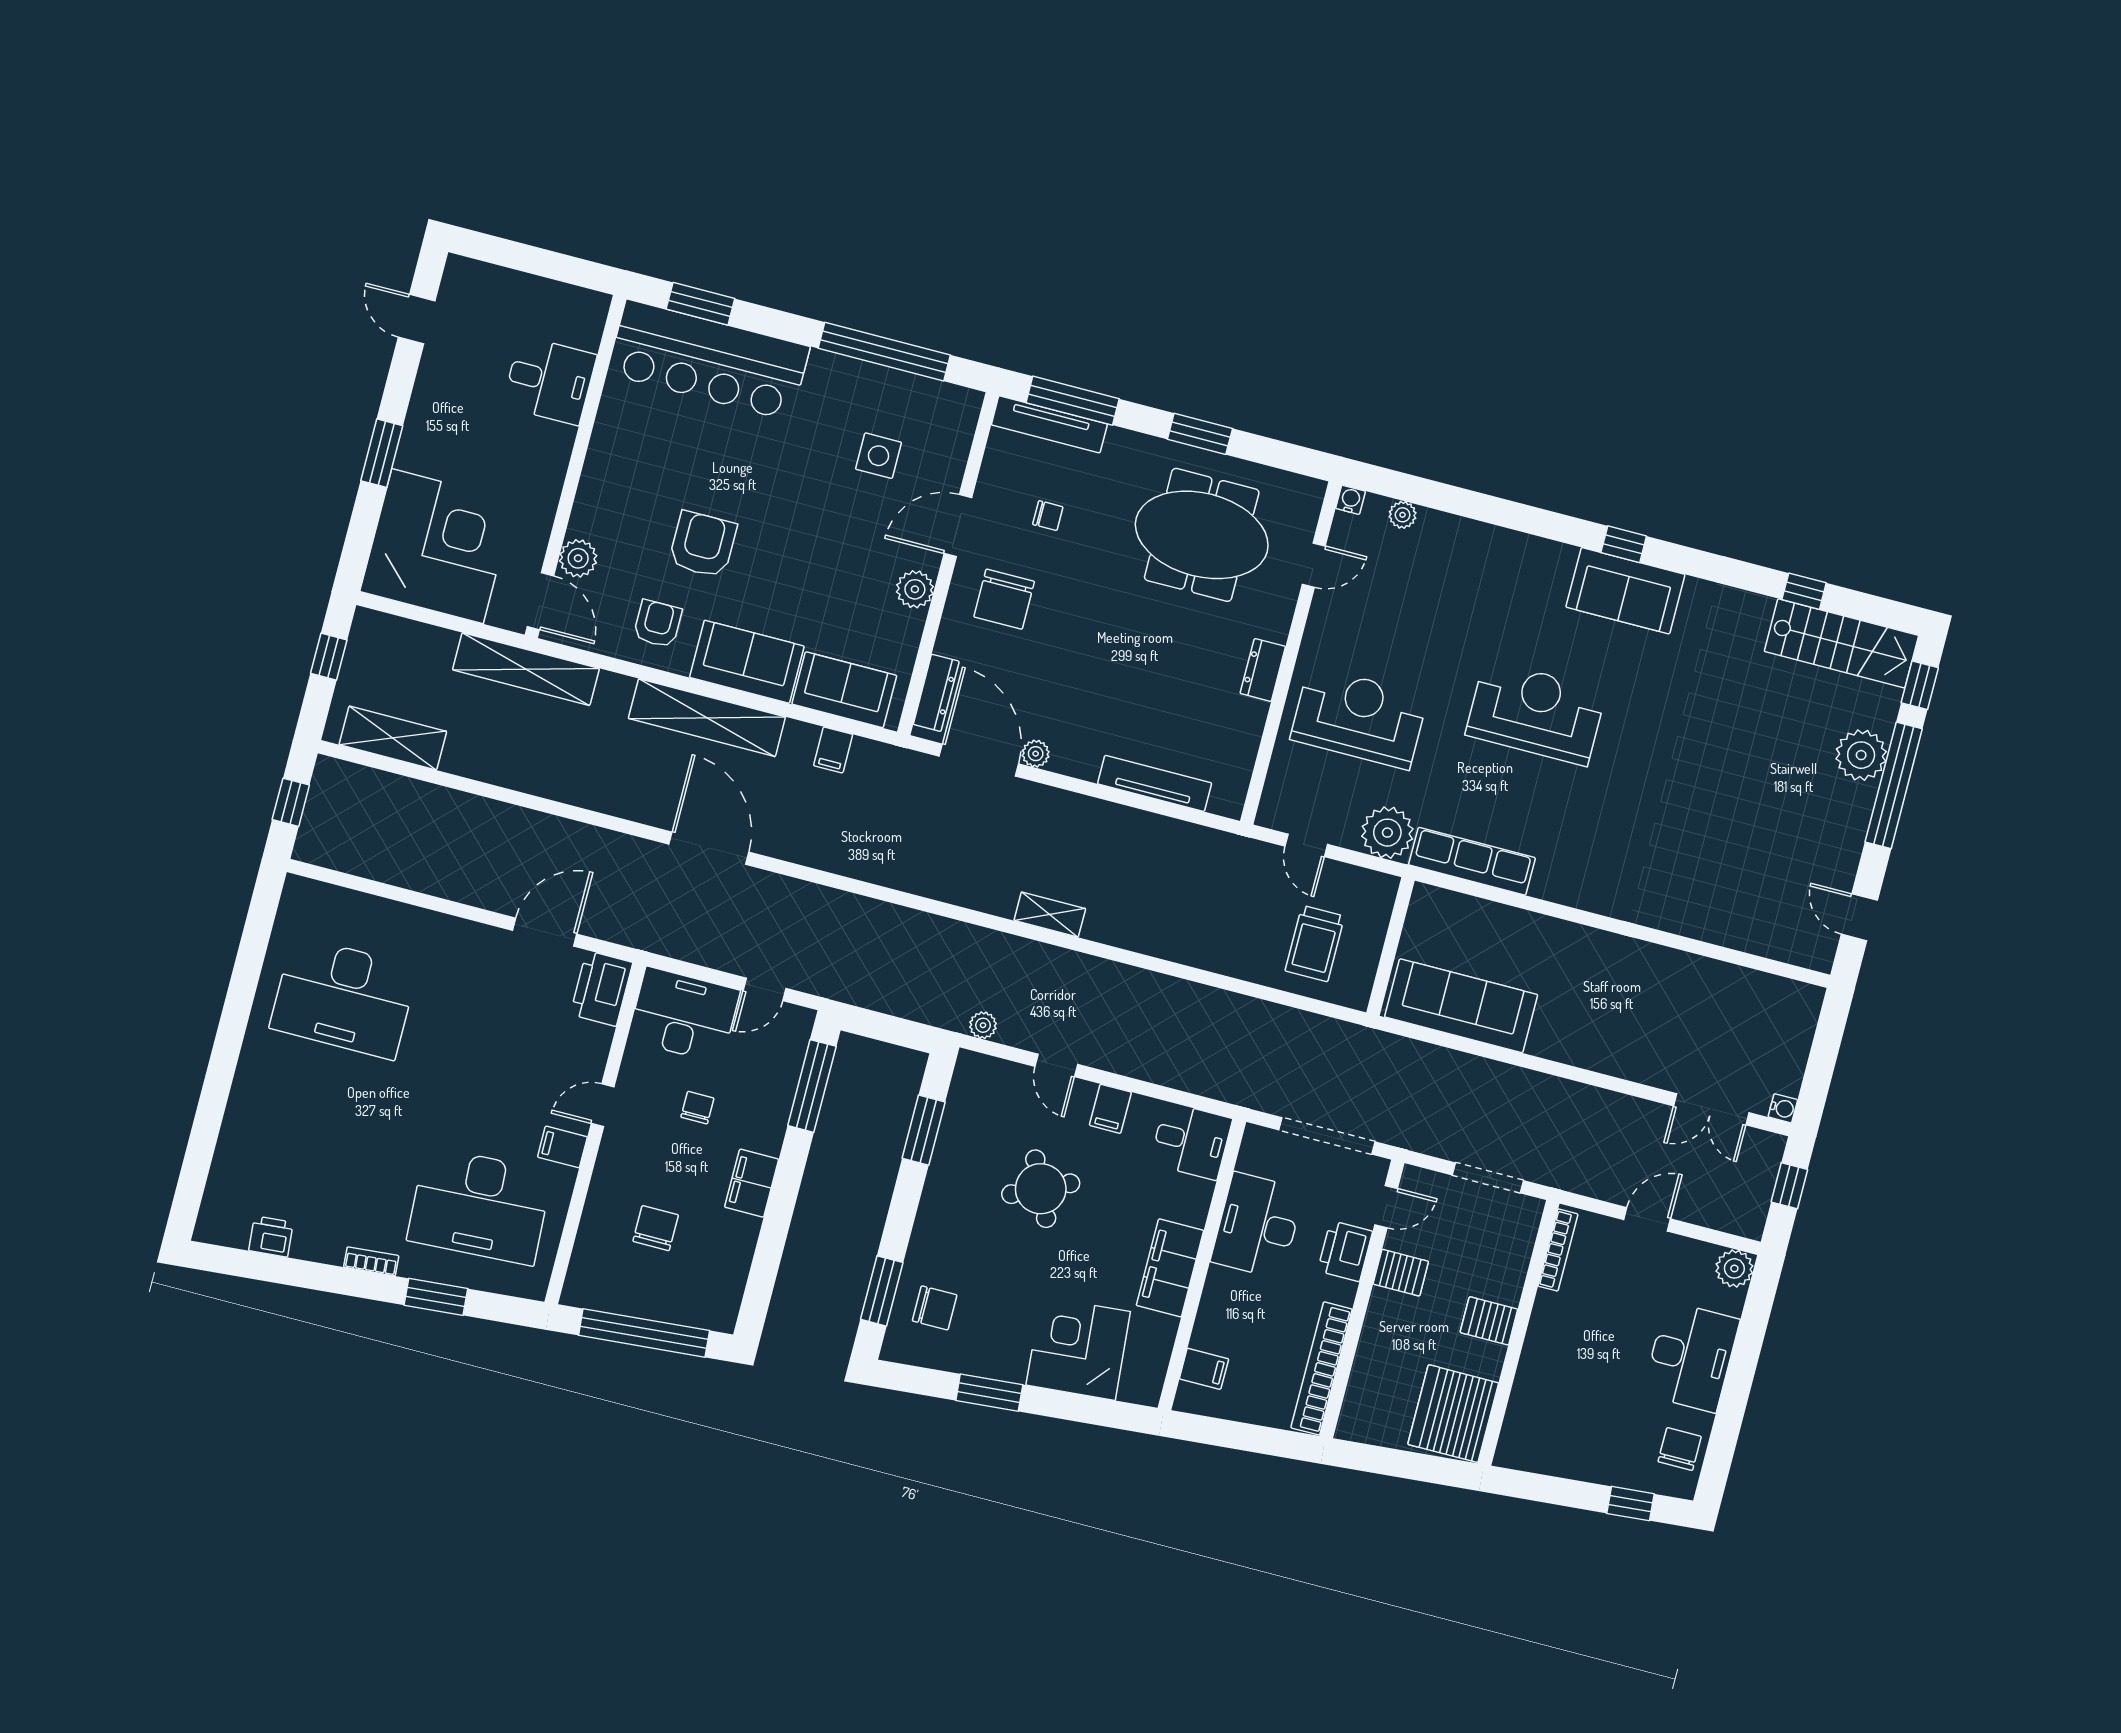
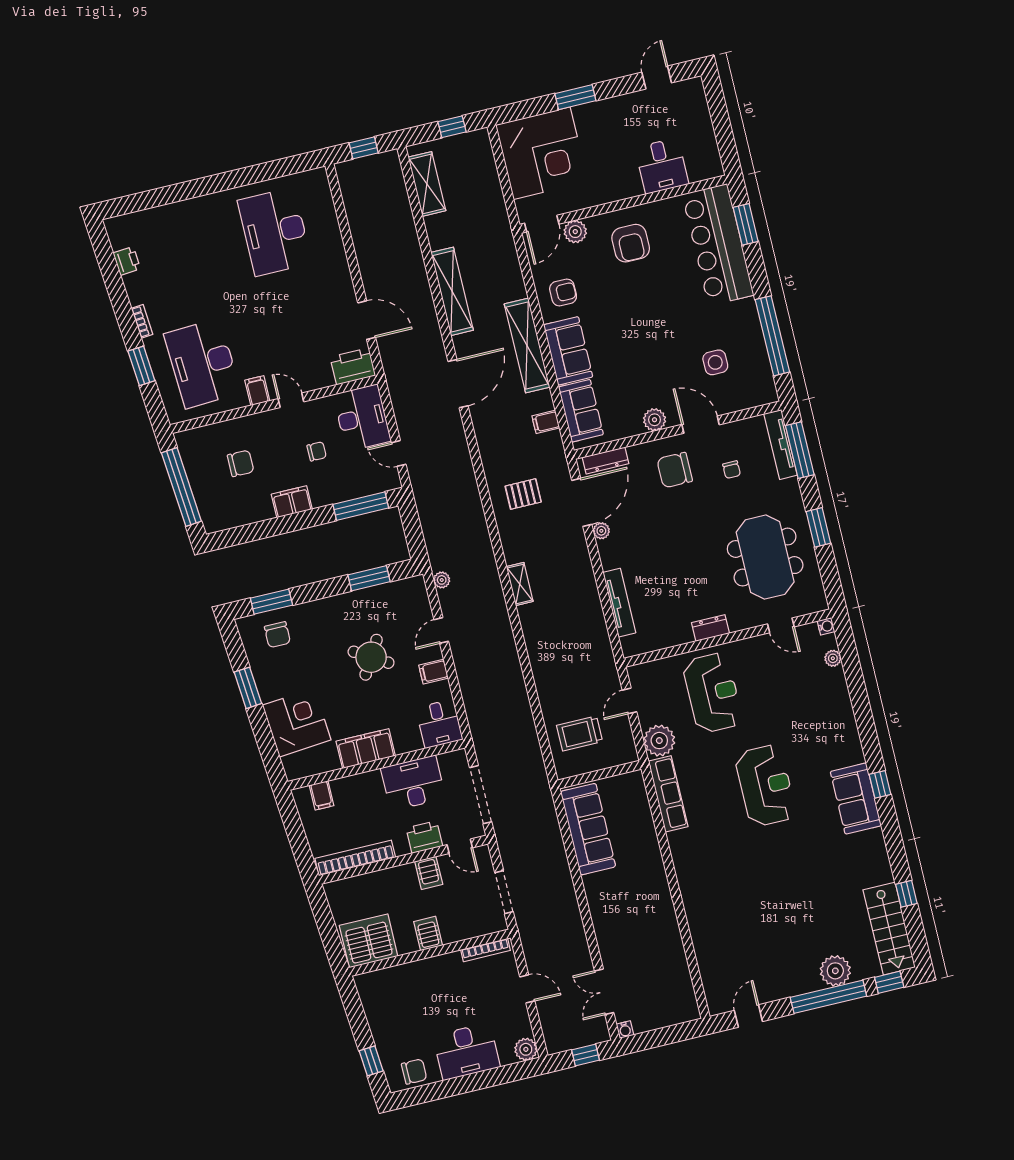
armchair: (703, 544) -> (631, 243), moved, turned 90
shelving: (526, 669) -> (452, 291), moved
pallet: (921, 839) -> (523, 494), added
round table: (1041, 1189) -> (371, 657), turned -34

